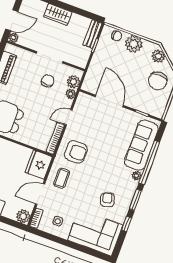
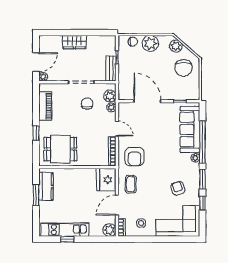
bench: (92, 34) -> (111, 68), moved
door: (68, 117) -> (117, 129), swing flipped
armchair: (76, 152) -> (135, 157), turned 90

